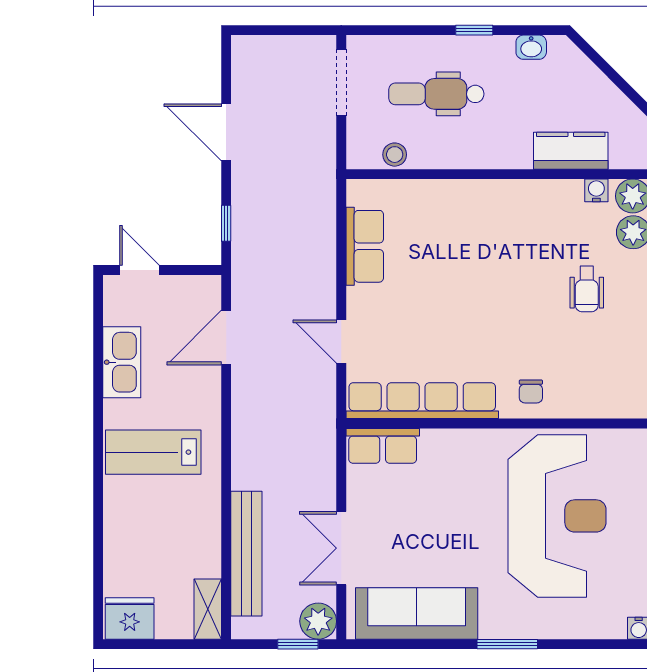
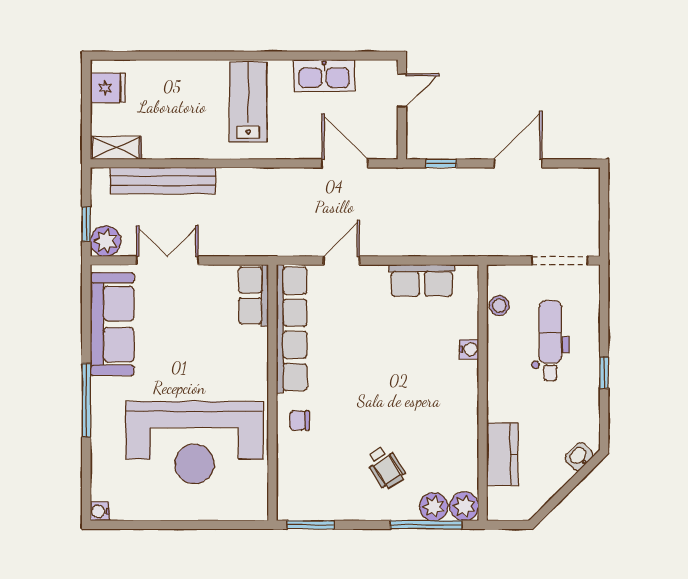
washbasin: (531, 47) -> (579, 457), moved, turned 45
water cooler: (596, 190) -> (469, 349), moved
wheelchair: (587, 289) -> (386, 468), turned -122
fridge: (130, 619) -> (108, 88), width x0.72
window: (507, 644) -> (86, 400), width x1.44

